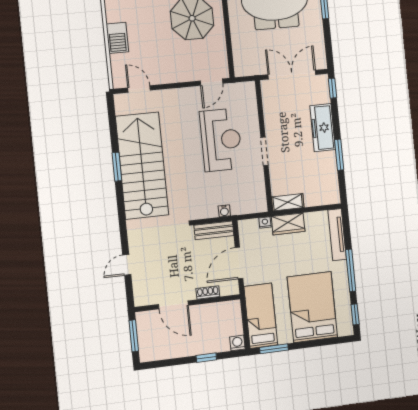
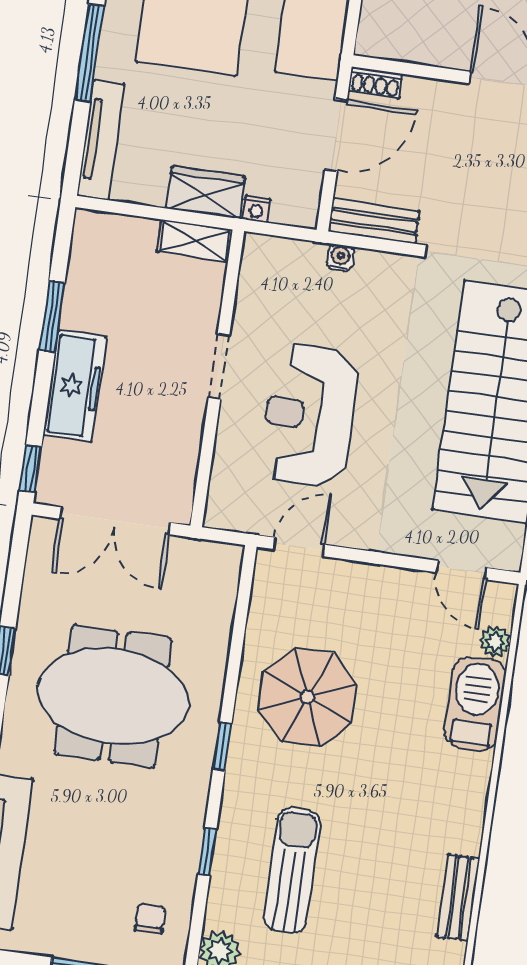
barbecue: (117, 38) -> (475, 704), width x1.37, depth x1.21
plant: (117, 61) -> (495, 641), added
shoe rack: (208, 292) -> (375, 83), moved

